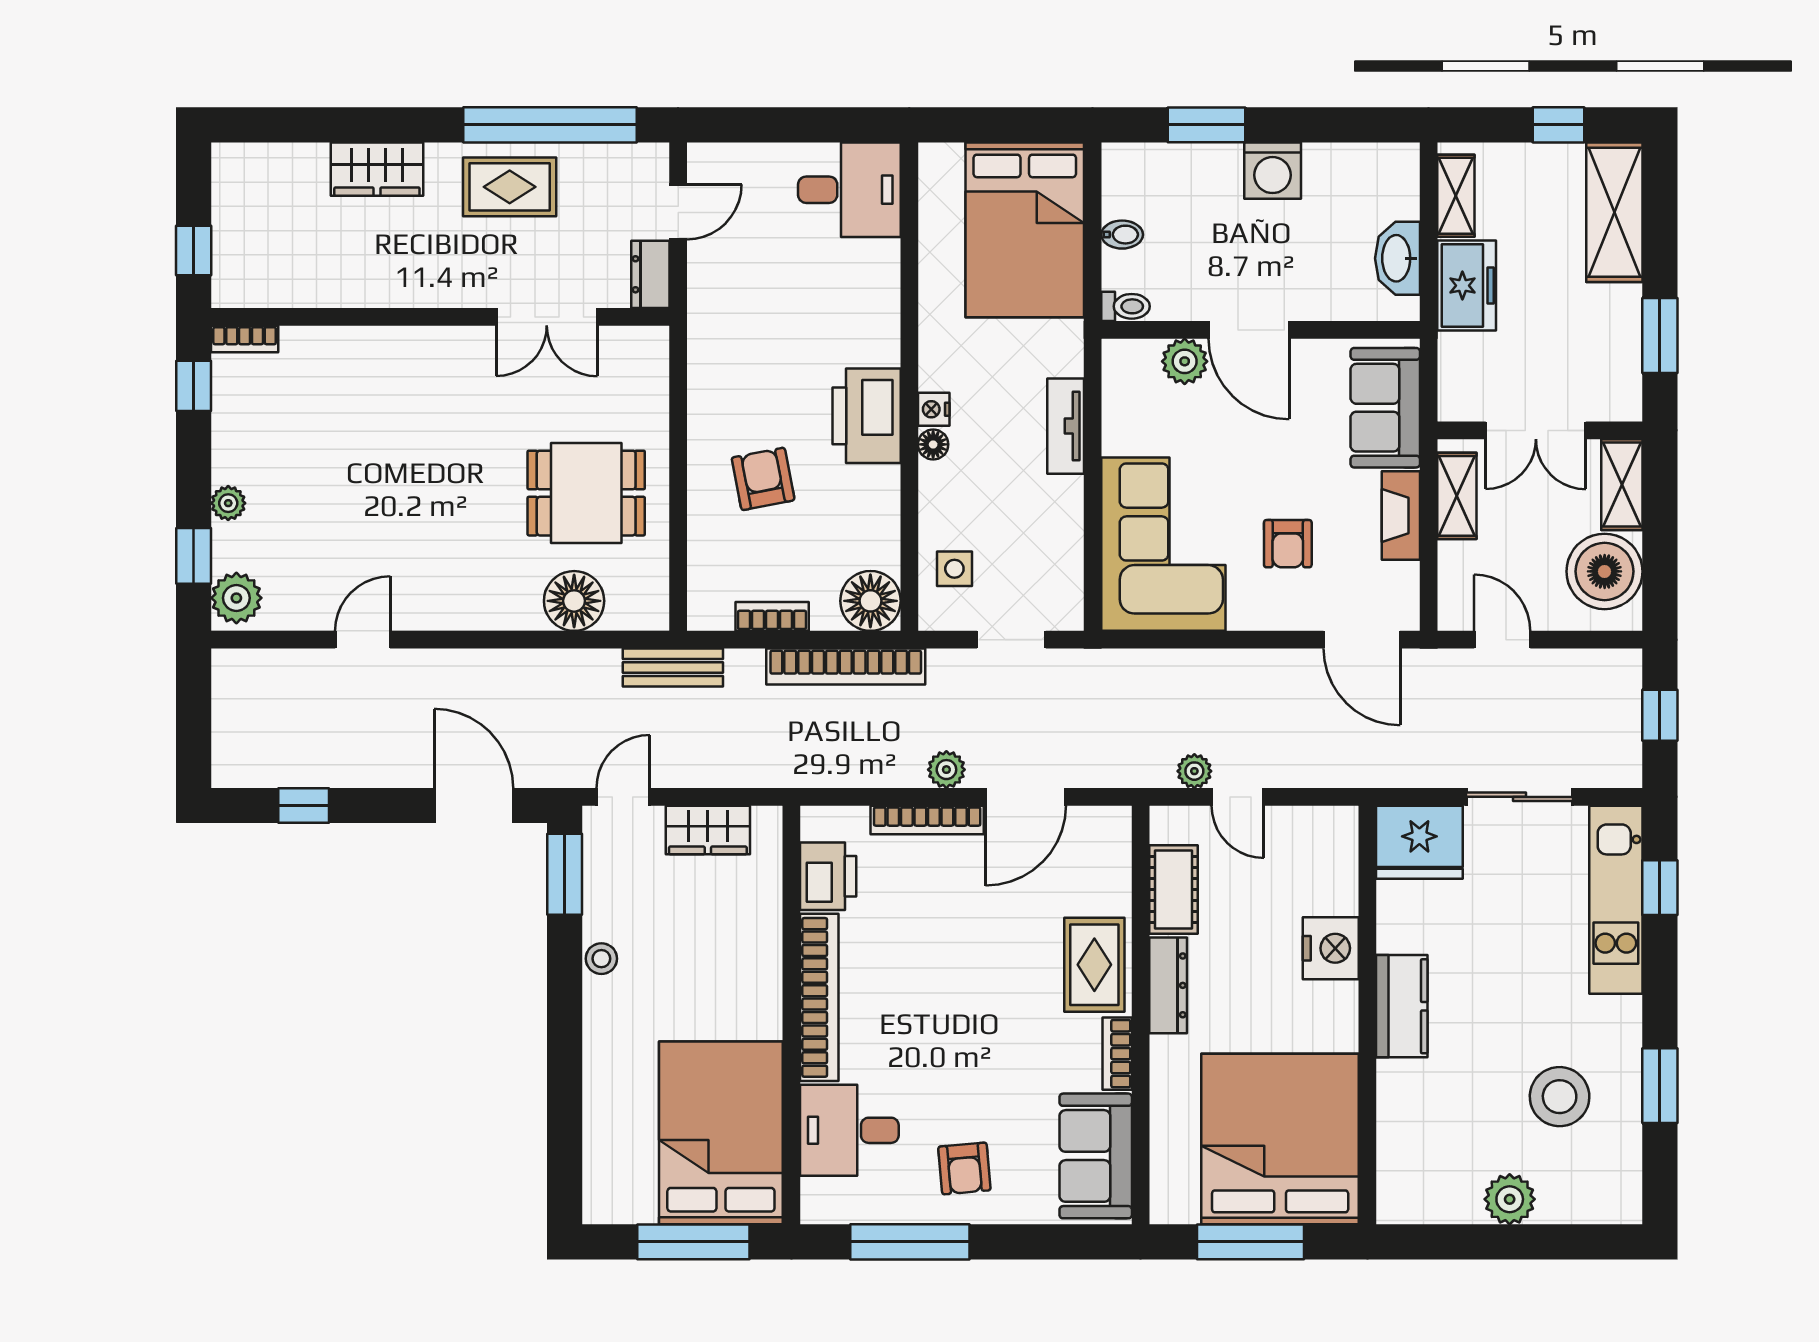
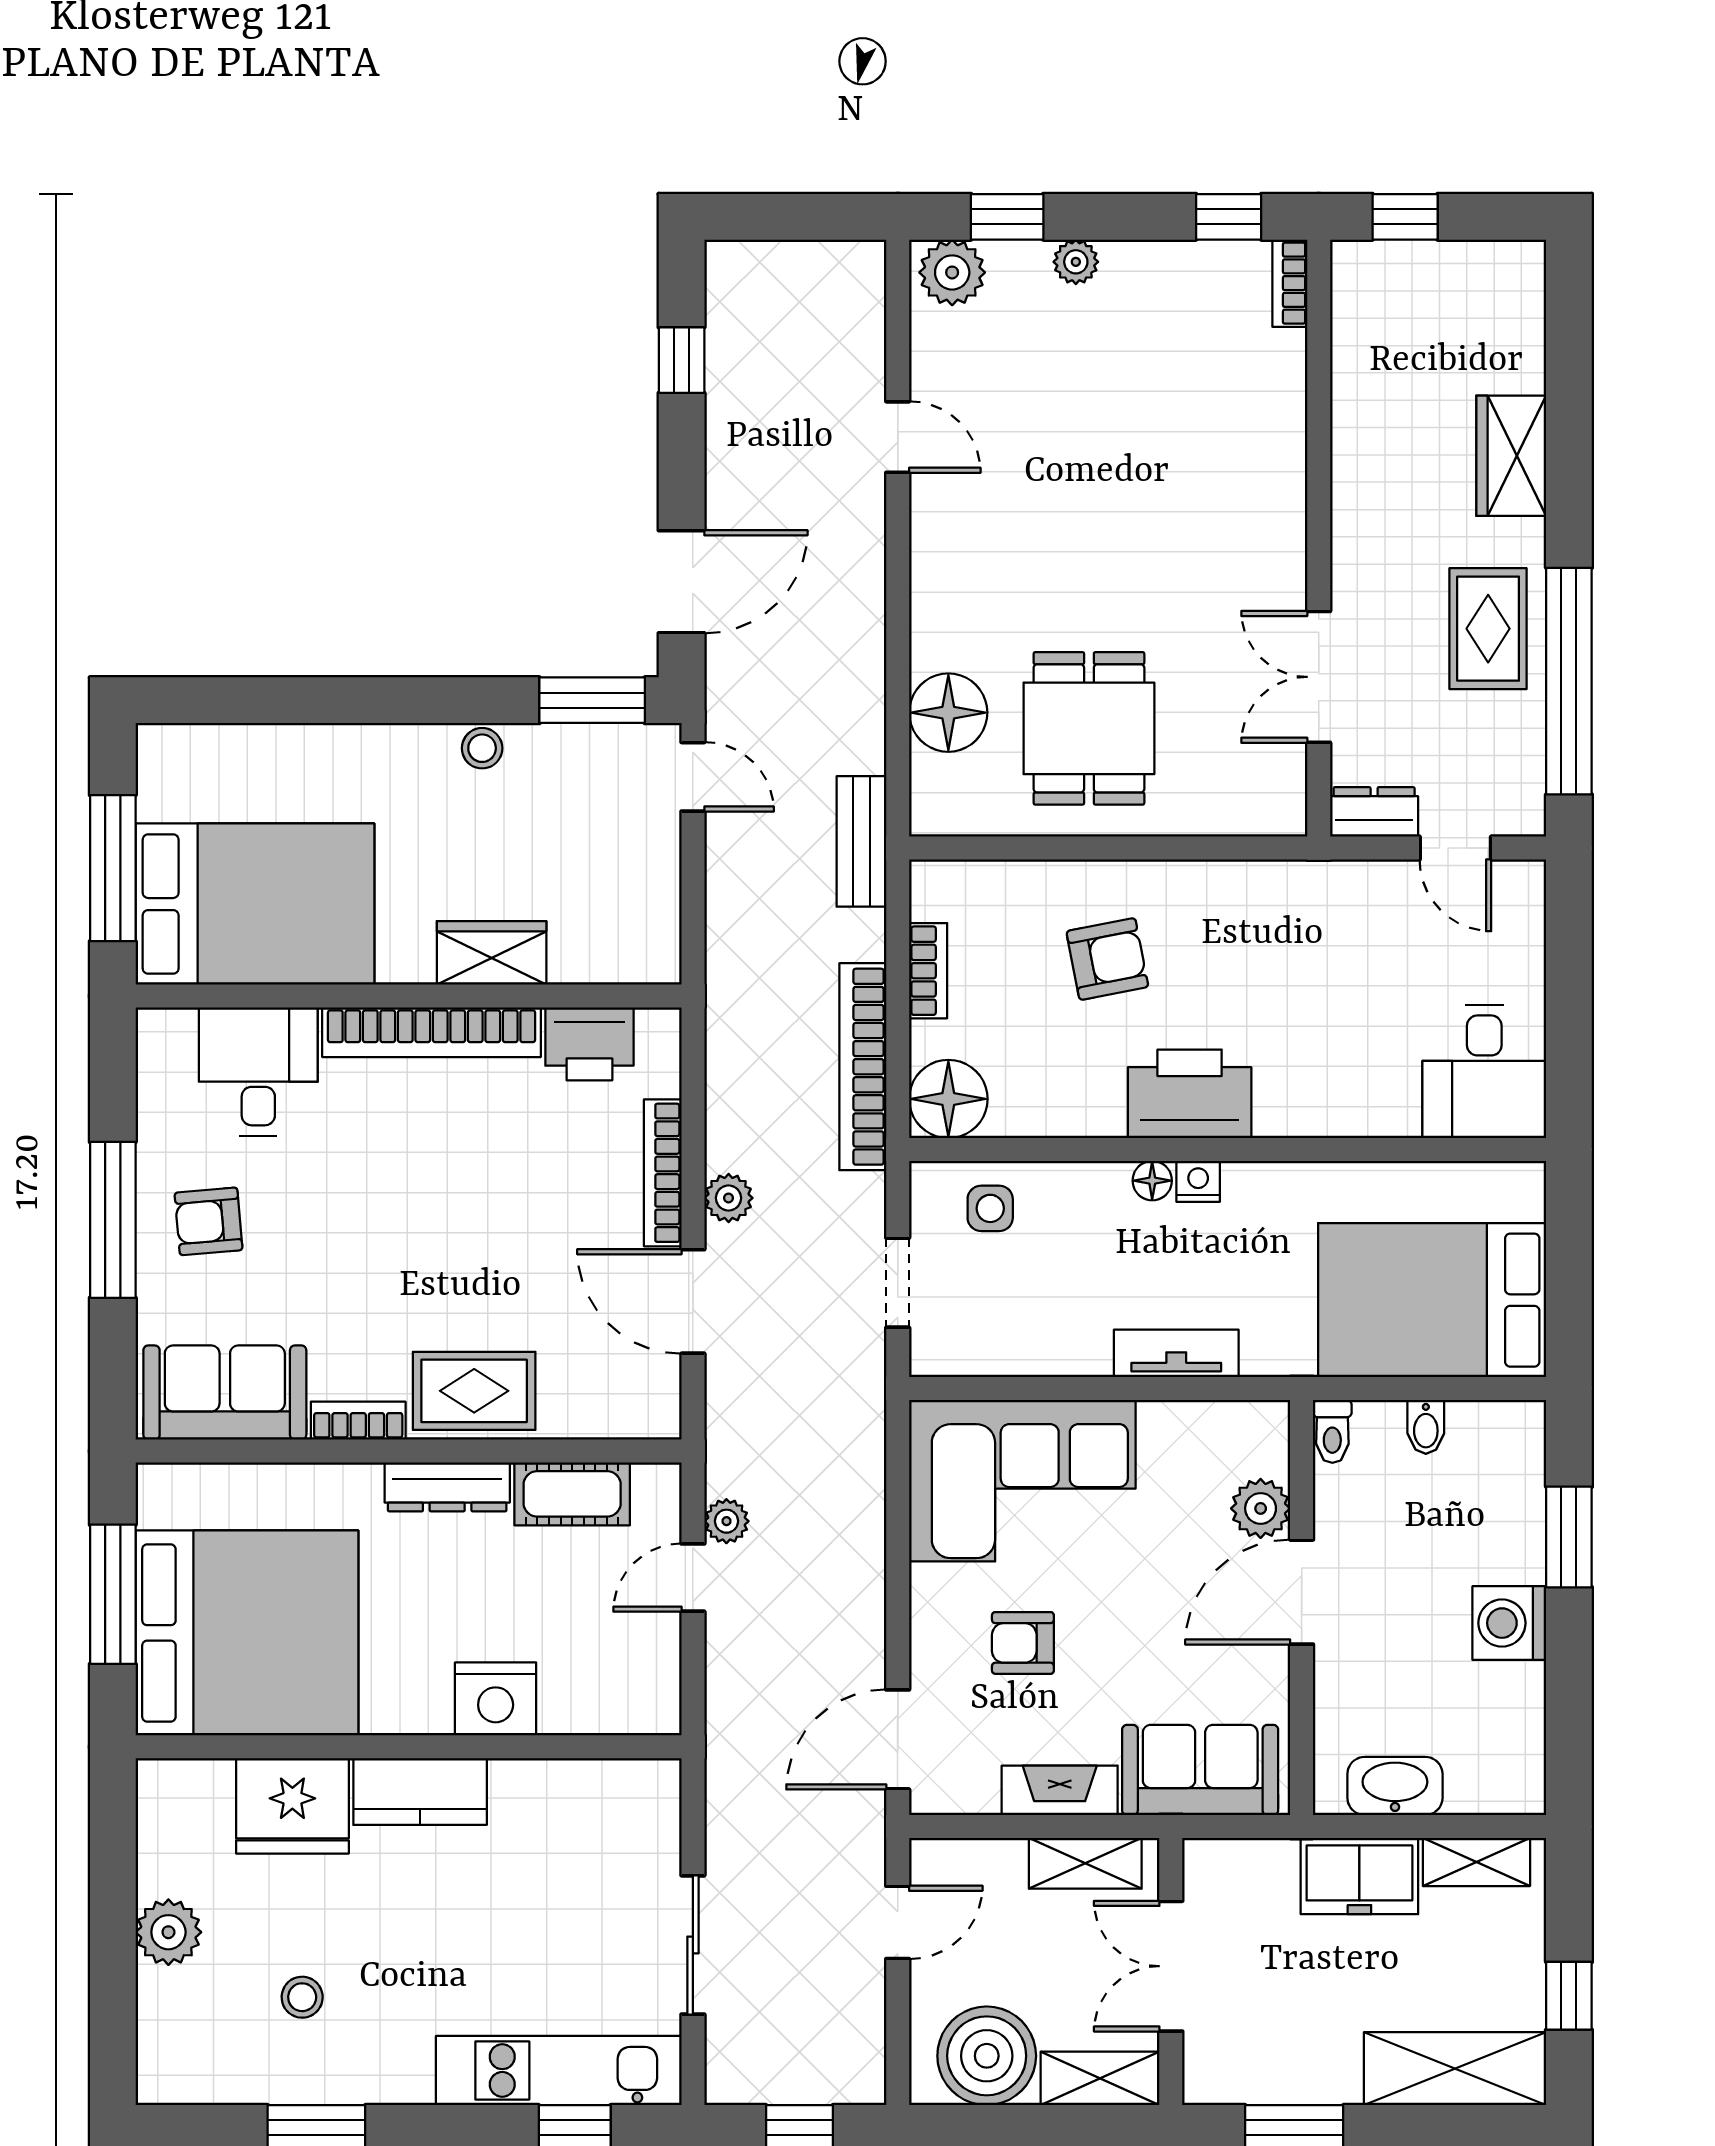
wardrobe: (708, 830) -> (492, 953), moved, turned 90
fridge: (1419, 842) -> (292, 1806), moved, turned -90
stool: (1560, 1097) -> (302, 1997), width x0.53, depth x0.53
window: (910, 1242) -> (113, 1220), moved

